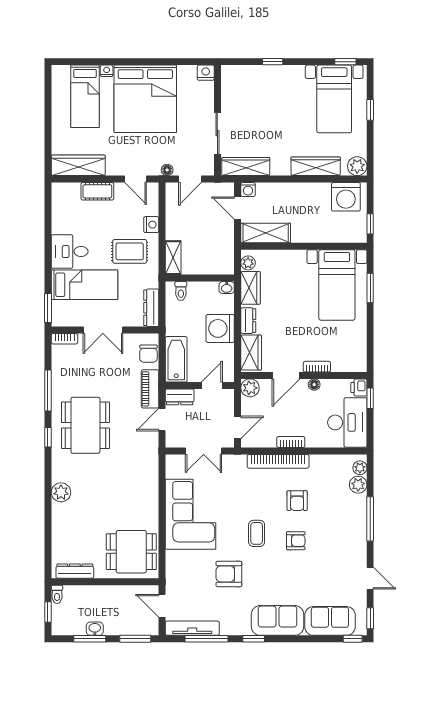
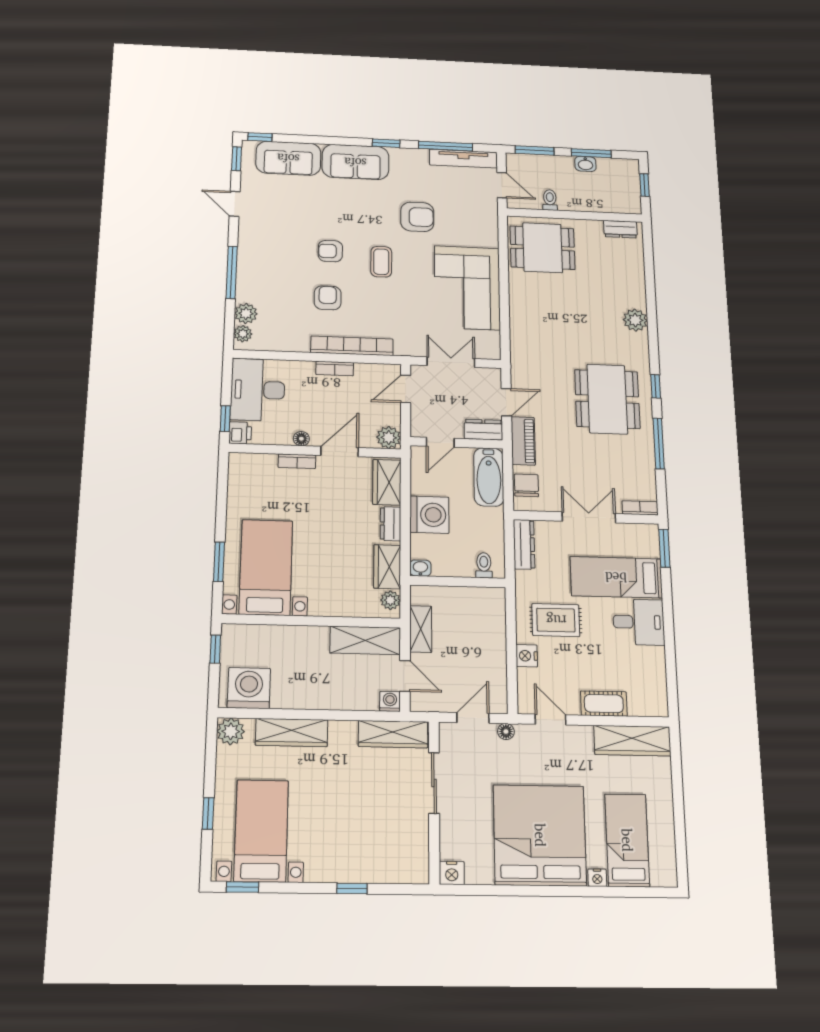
shelving: (173, 258) -> (421, 629), moved
dresser: (75, 571) -> (620, 229), width x0.70
toilet: (57, 594) -> (550, 200), moved

